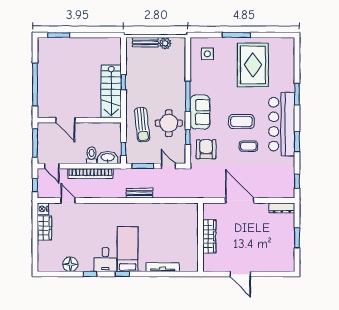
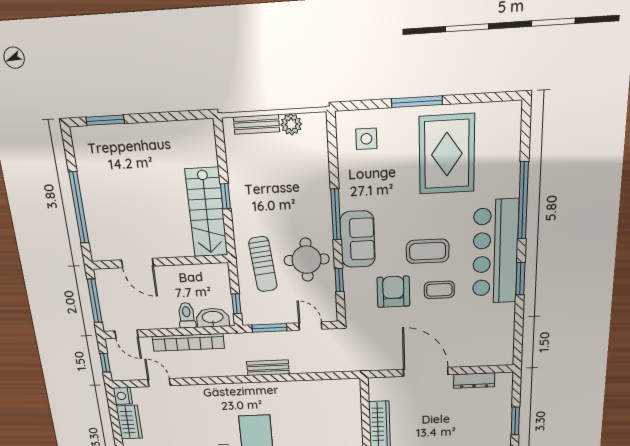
window: (297, 94) -> (523, 201), width x2.11
armchair: (206, 149) -> (393, 292), moved
window: (297, 181) -> (518, 340), removed
dresser: (282, 208) -> (474, 381), moved

